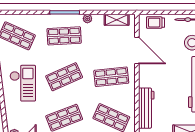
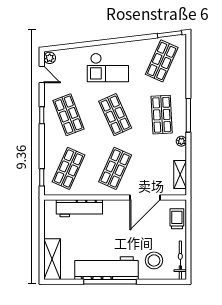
shop shelf: (111, 77) -> (115, 168), turned 30

